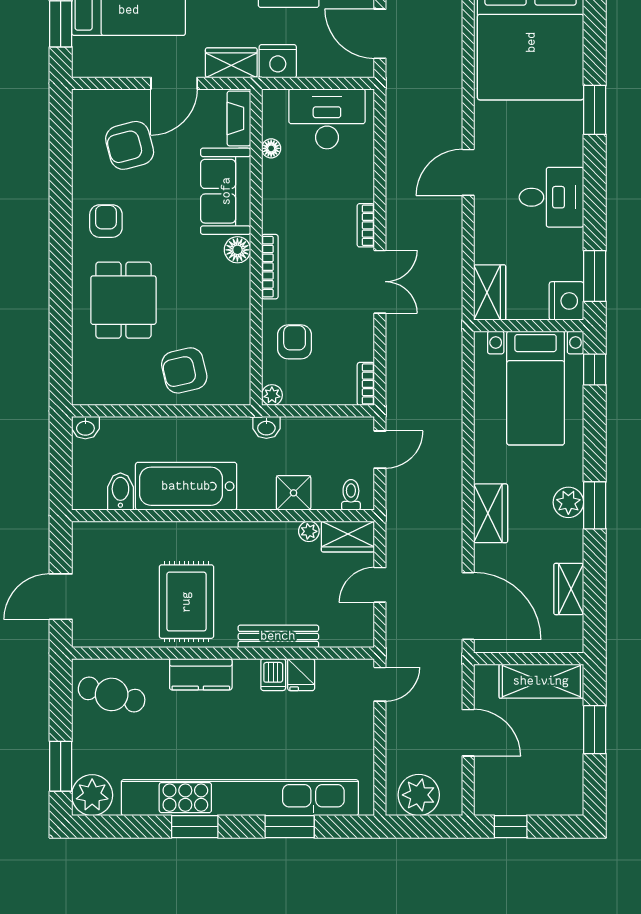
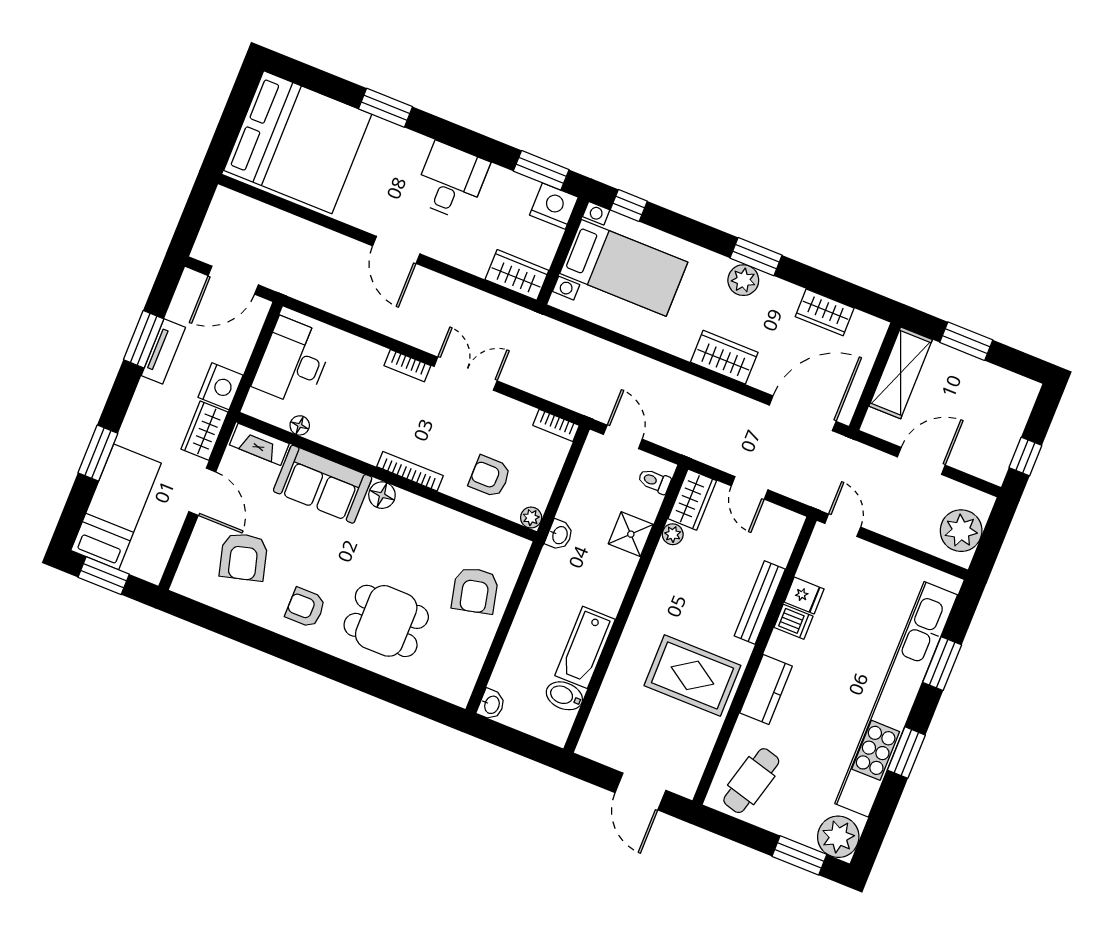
bathtub: (186, 486) -> (585, 647), width x0.73, depth x0.73

